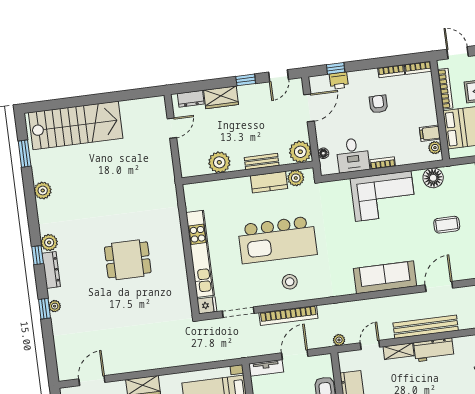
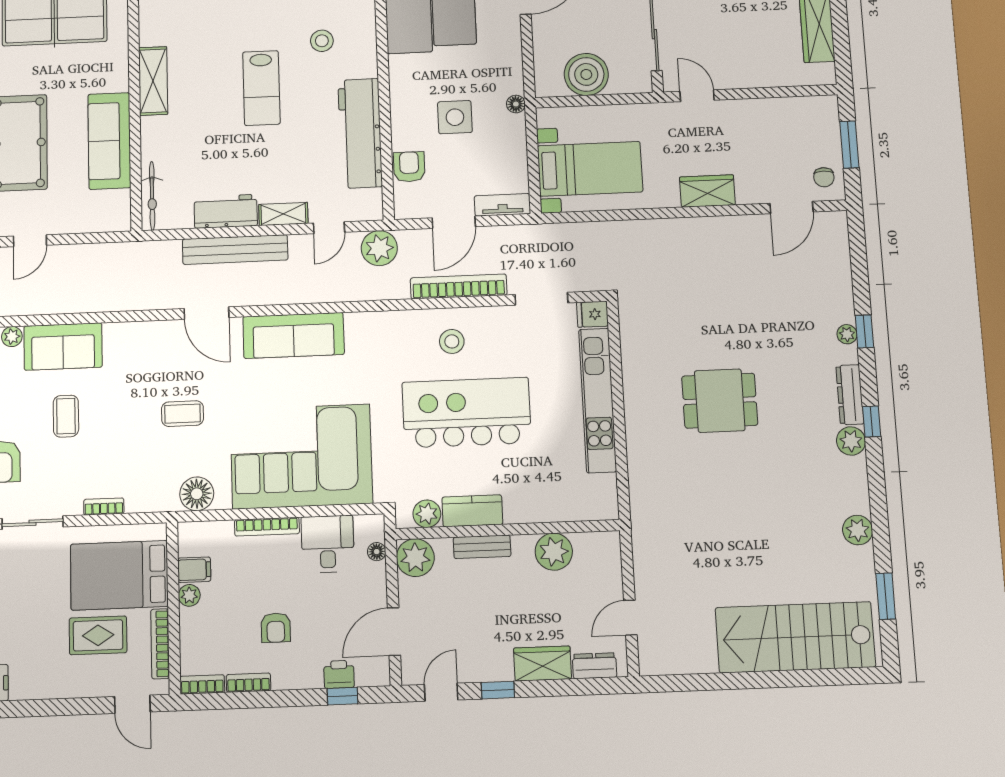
plant: (435, 148) -> (189, 595), moved
bookcase: (383, 163) -> (267, 527), width x1.56
corner sofa: (383, 196) -> (301, 456), width x1.36, depth x1.36
door: (439, 286) -> (206, 313), hinge flipped
plant: (339, 340) -> (379, 248), width x1.87, depth x1.87

